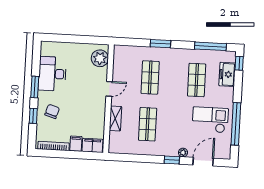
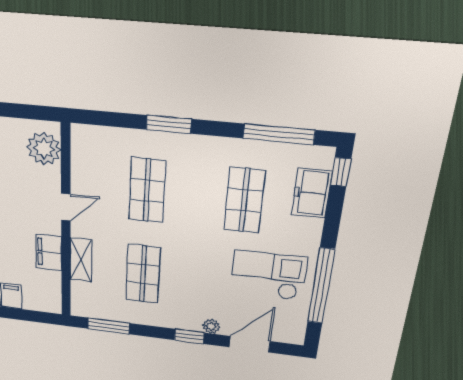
filing cabinet: (92, 145) -> (49, 252), moved, turned -90
window: (129, 158) -> (109, 326), added

